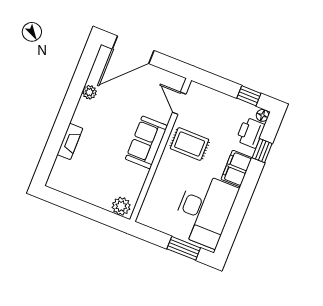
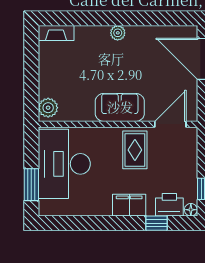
plant: (89, 92) -> (118, 33), moved
door: (179, 103) -> (170, 124), width x1.38
fireplace: (70, 141) -> (56, 33), moved
desk: (205, 210) -> (64, 164), moved, turned 90

